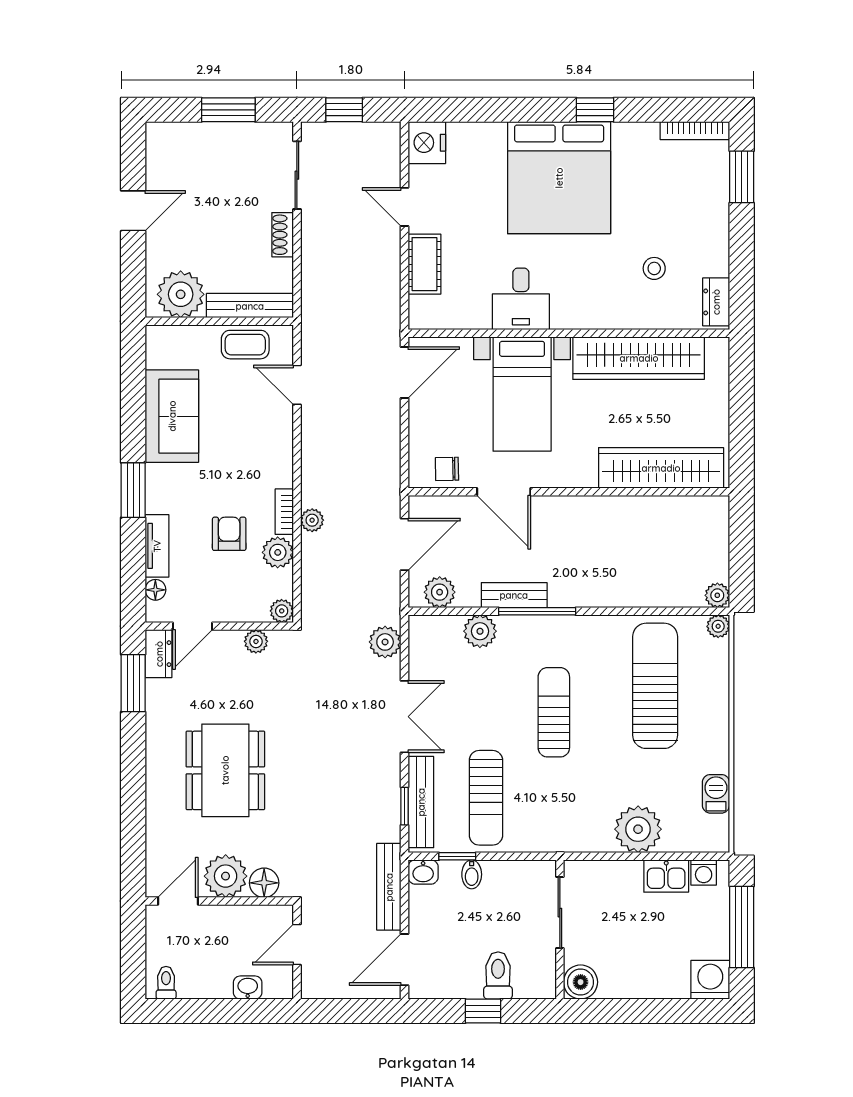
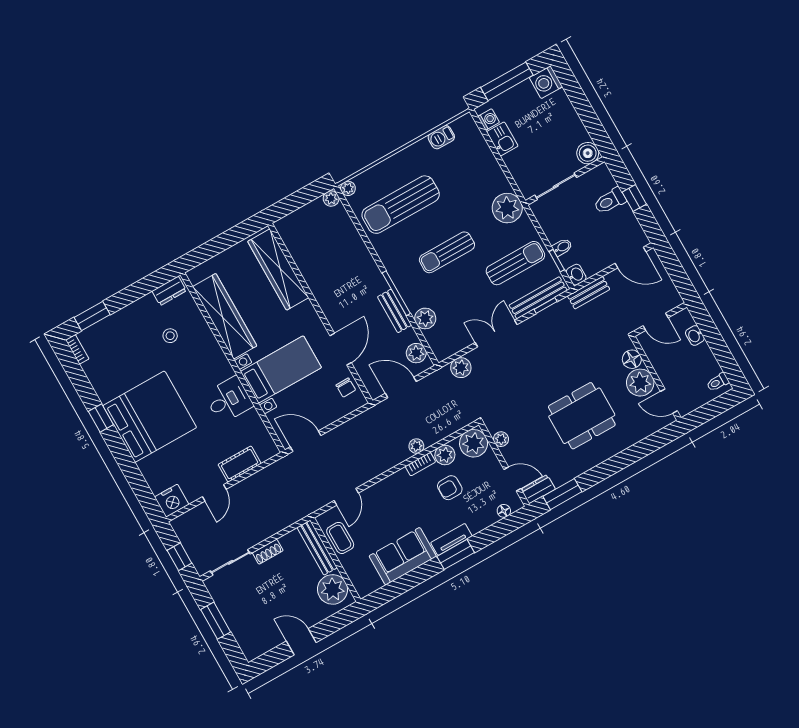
bookcase: (695, 131) -> (77, 349), width x0.64
tv unit: (157, 546) -> (451, 539), moved
plant: (282, 611) -> (474, 443), width x1.88, depth x1.88
plant: (638, 829) -> (507, 208), moved
bench: (389, 887) -> (589, 293), width x0.73

